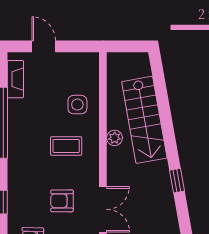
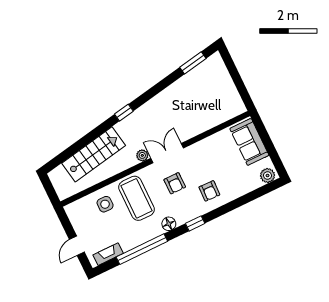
plant: (115, 138) -> (142, 155), moved
coffee table: (66, 146) -> (137, 198), width x1.86, depth x1.72
floor lamp: (16, 170) -> (169, 224), added

